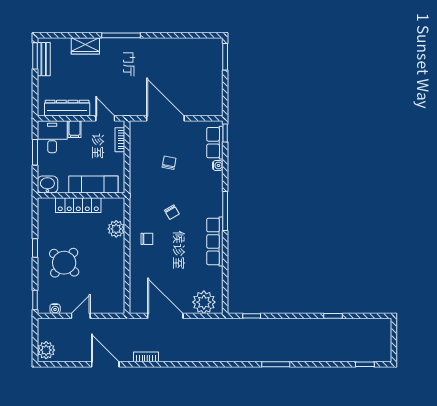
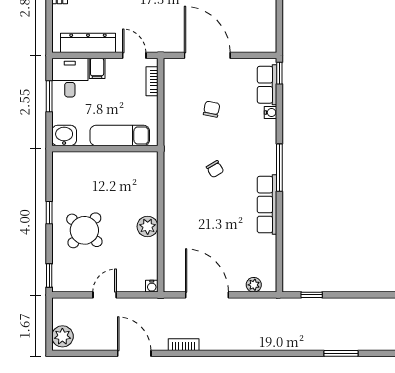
locker: (78, 205) -> (102, 160), removed
plant: (116, 229) -> (148, 227), moved
chair: (147, 239) -> (185, 201), removed
plant: (204, 302) -> (254, 285), width x0.53, depth x0.53
water cooler: (55, 309) -> (152, 286), moved

